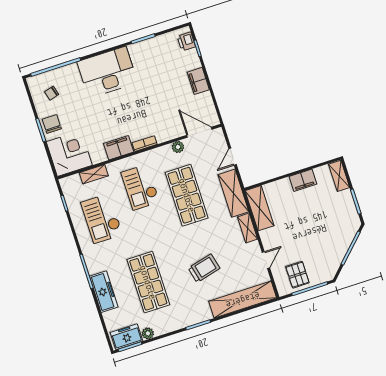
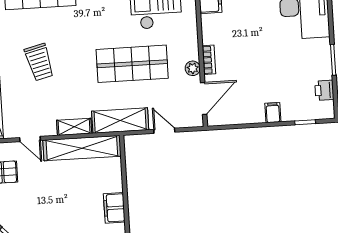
printer: (186, 41) -> (324, 90), moved, turned -90
filing cabinet: (198, 81) -> (273, 113), width x0.50
bookcase: (145, 144) -> (209, 60), moved
shelving: (260, 208) -> (82, 148), width x1.47

